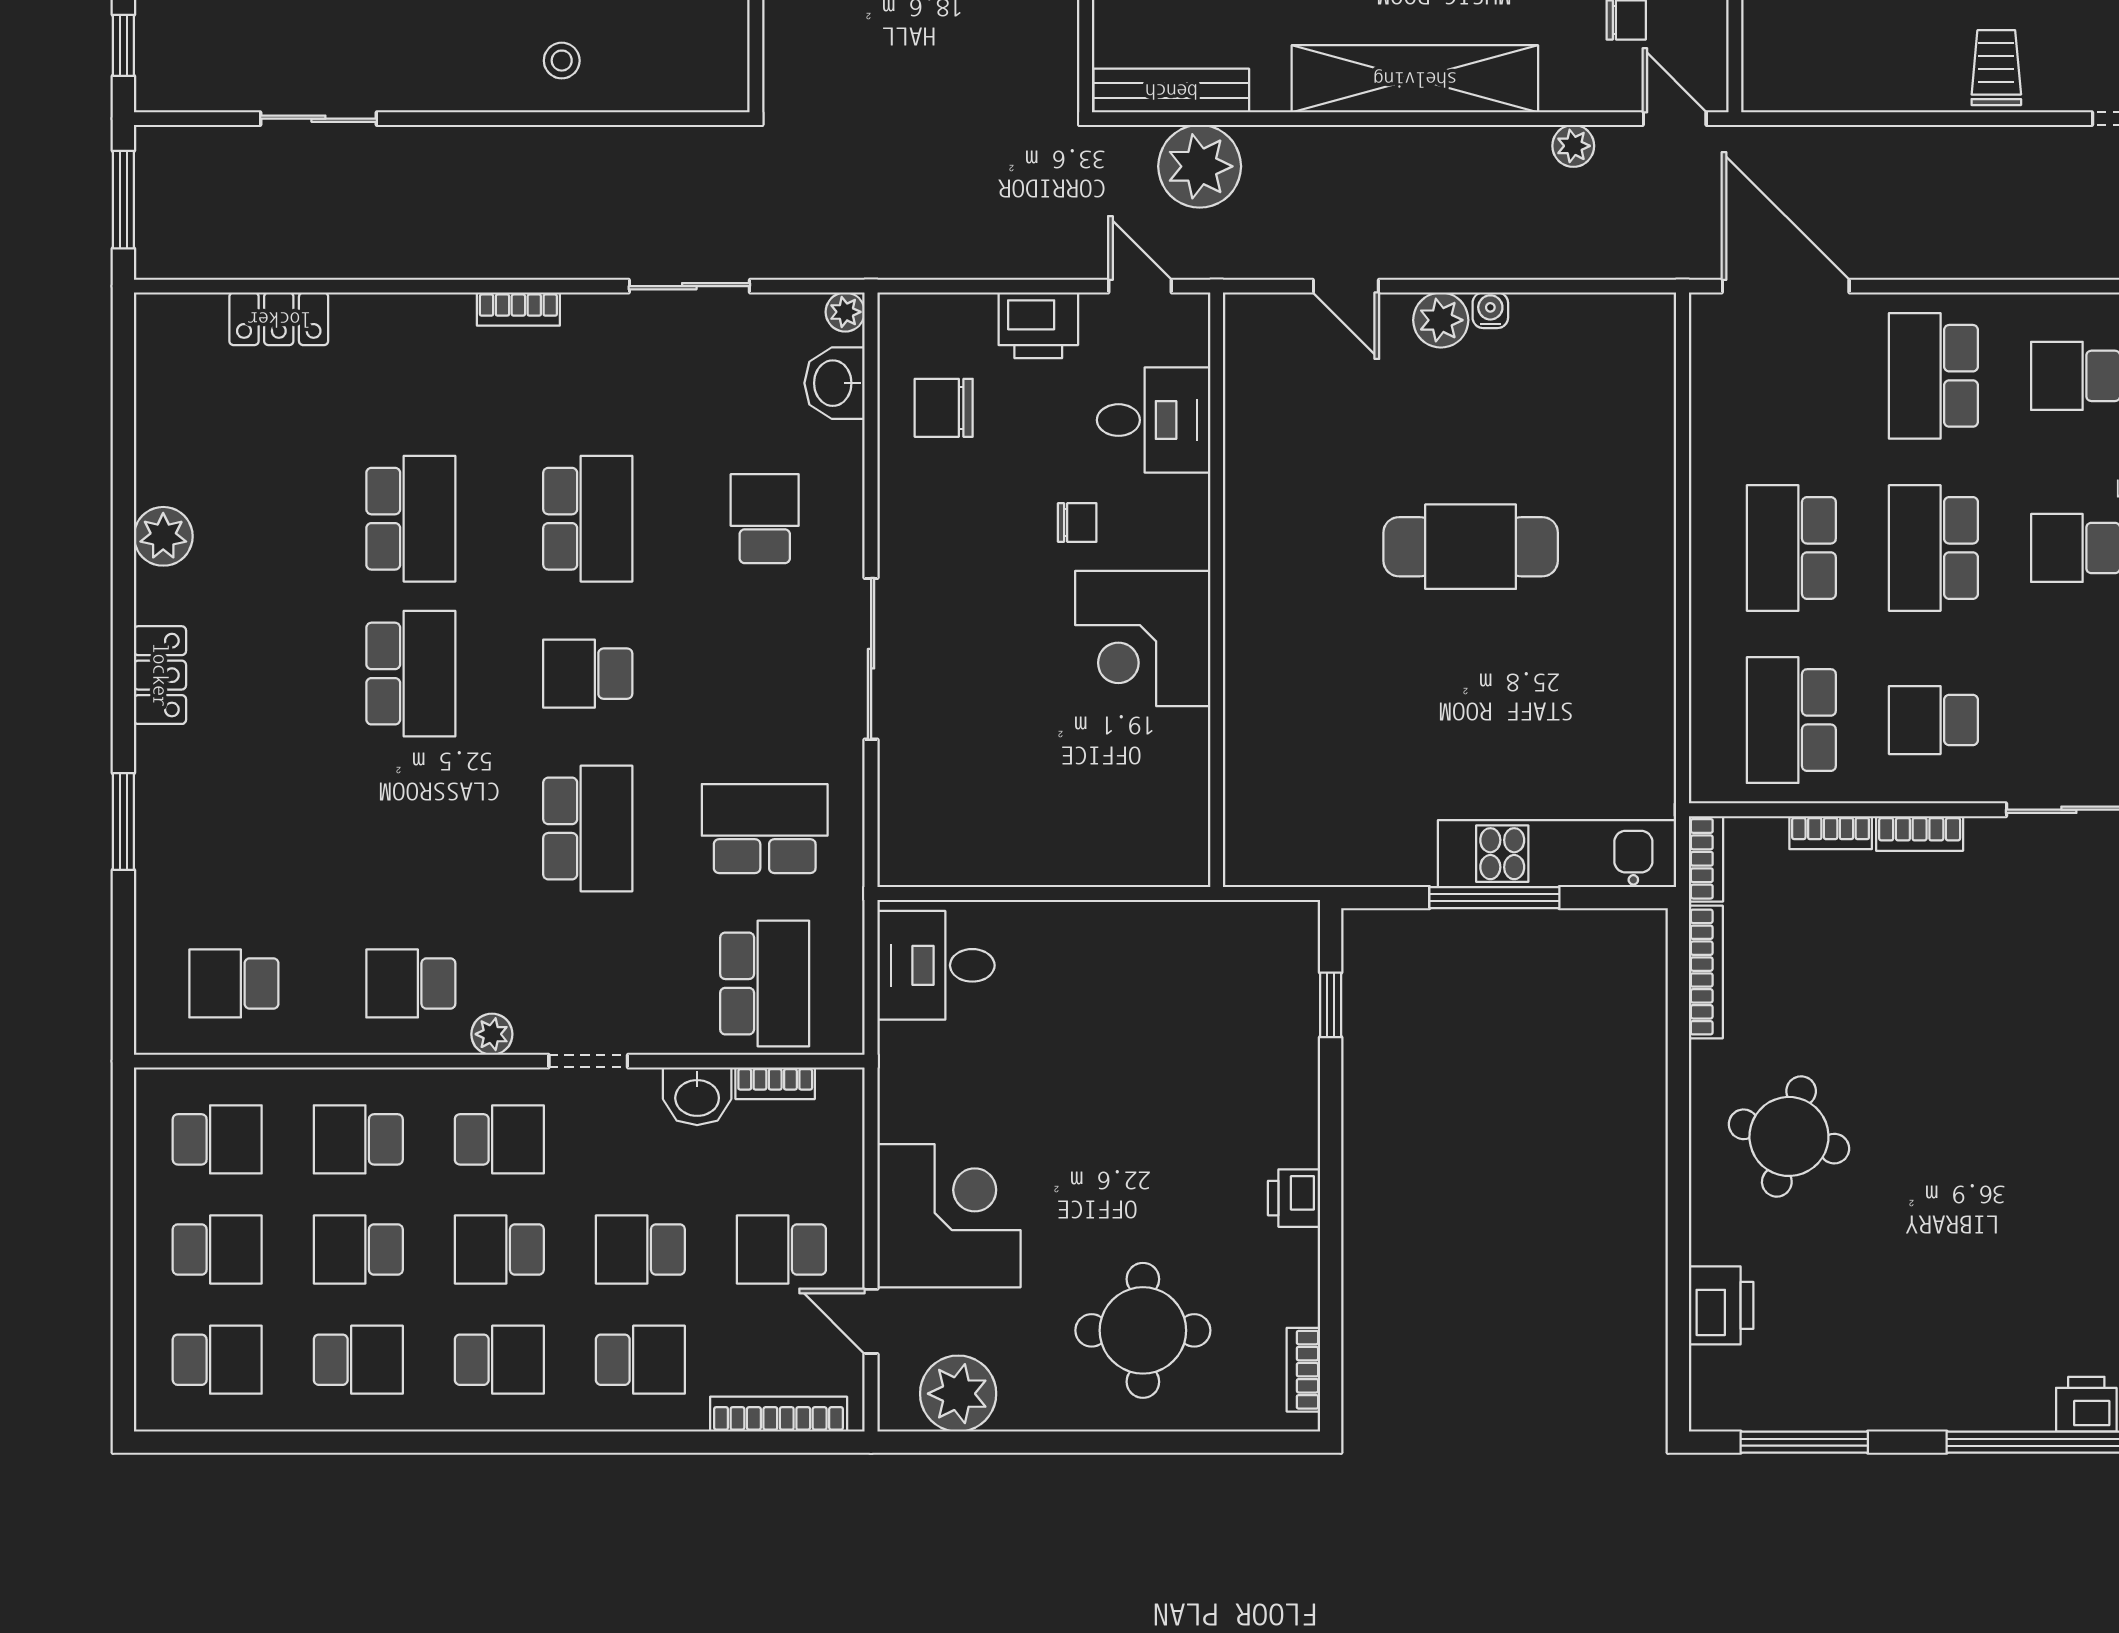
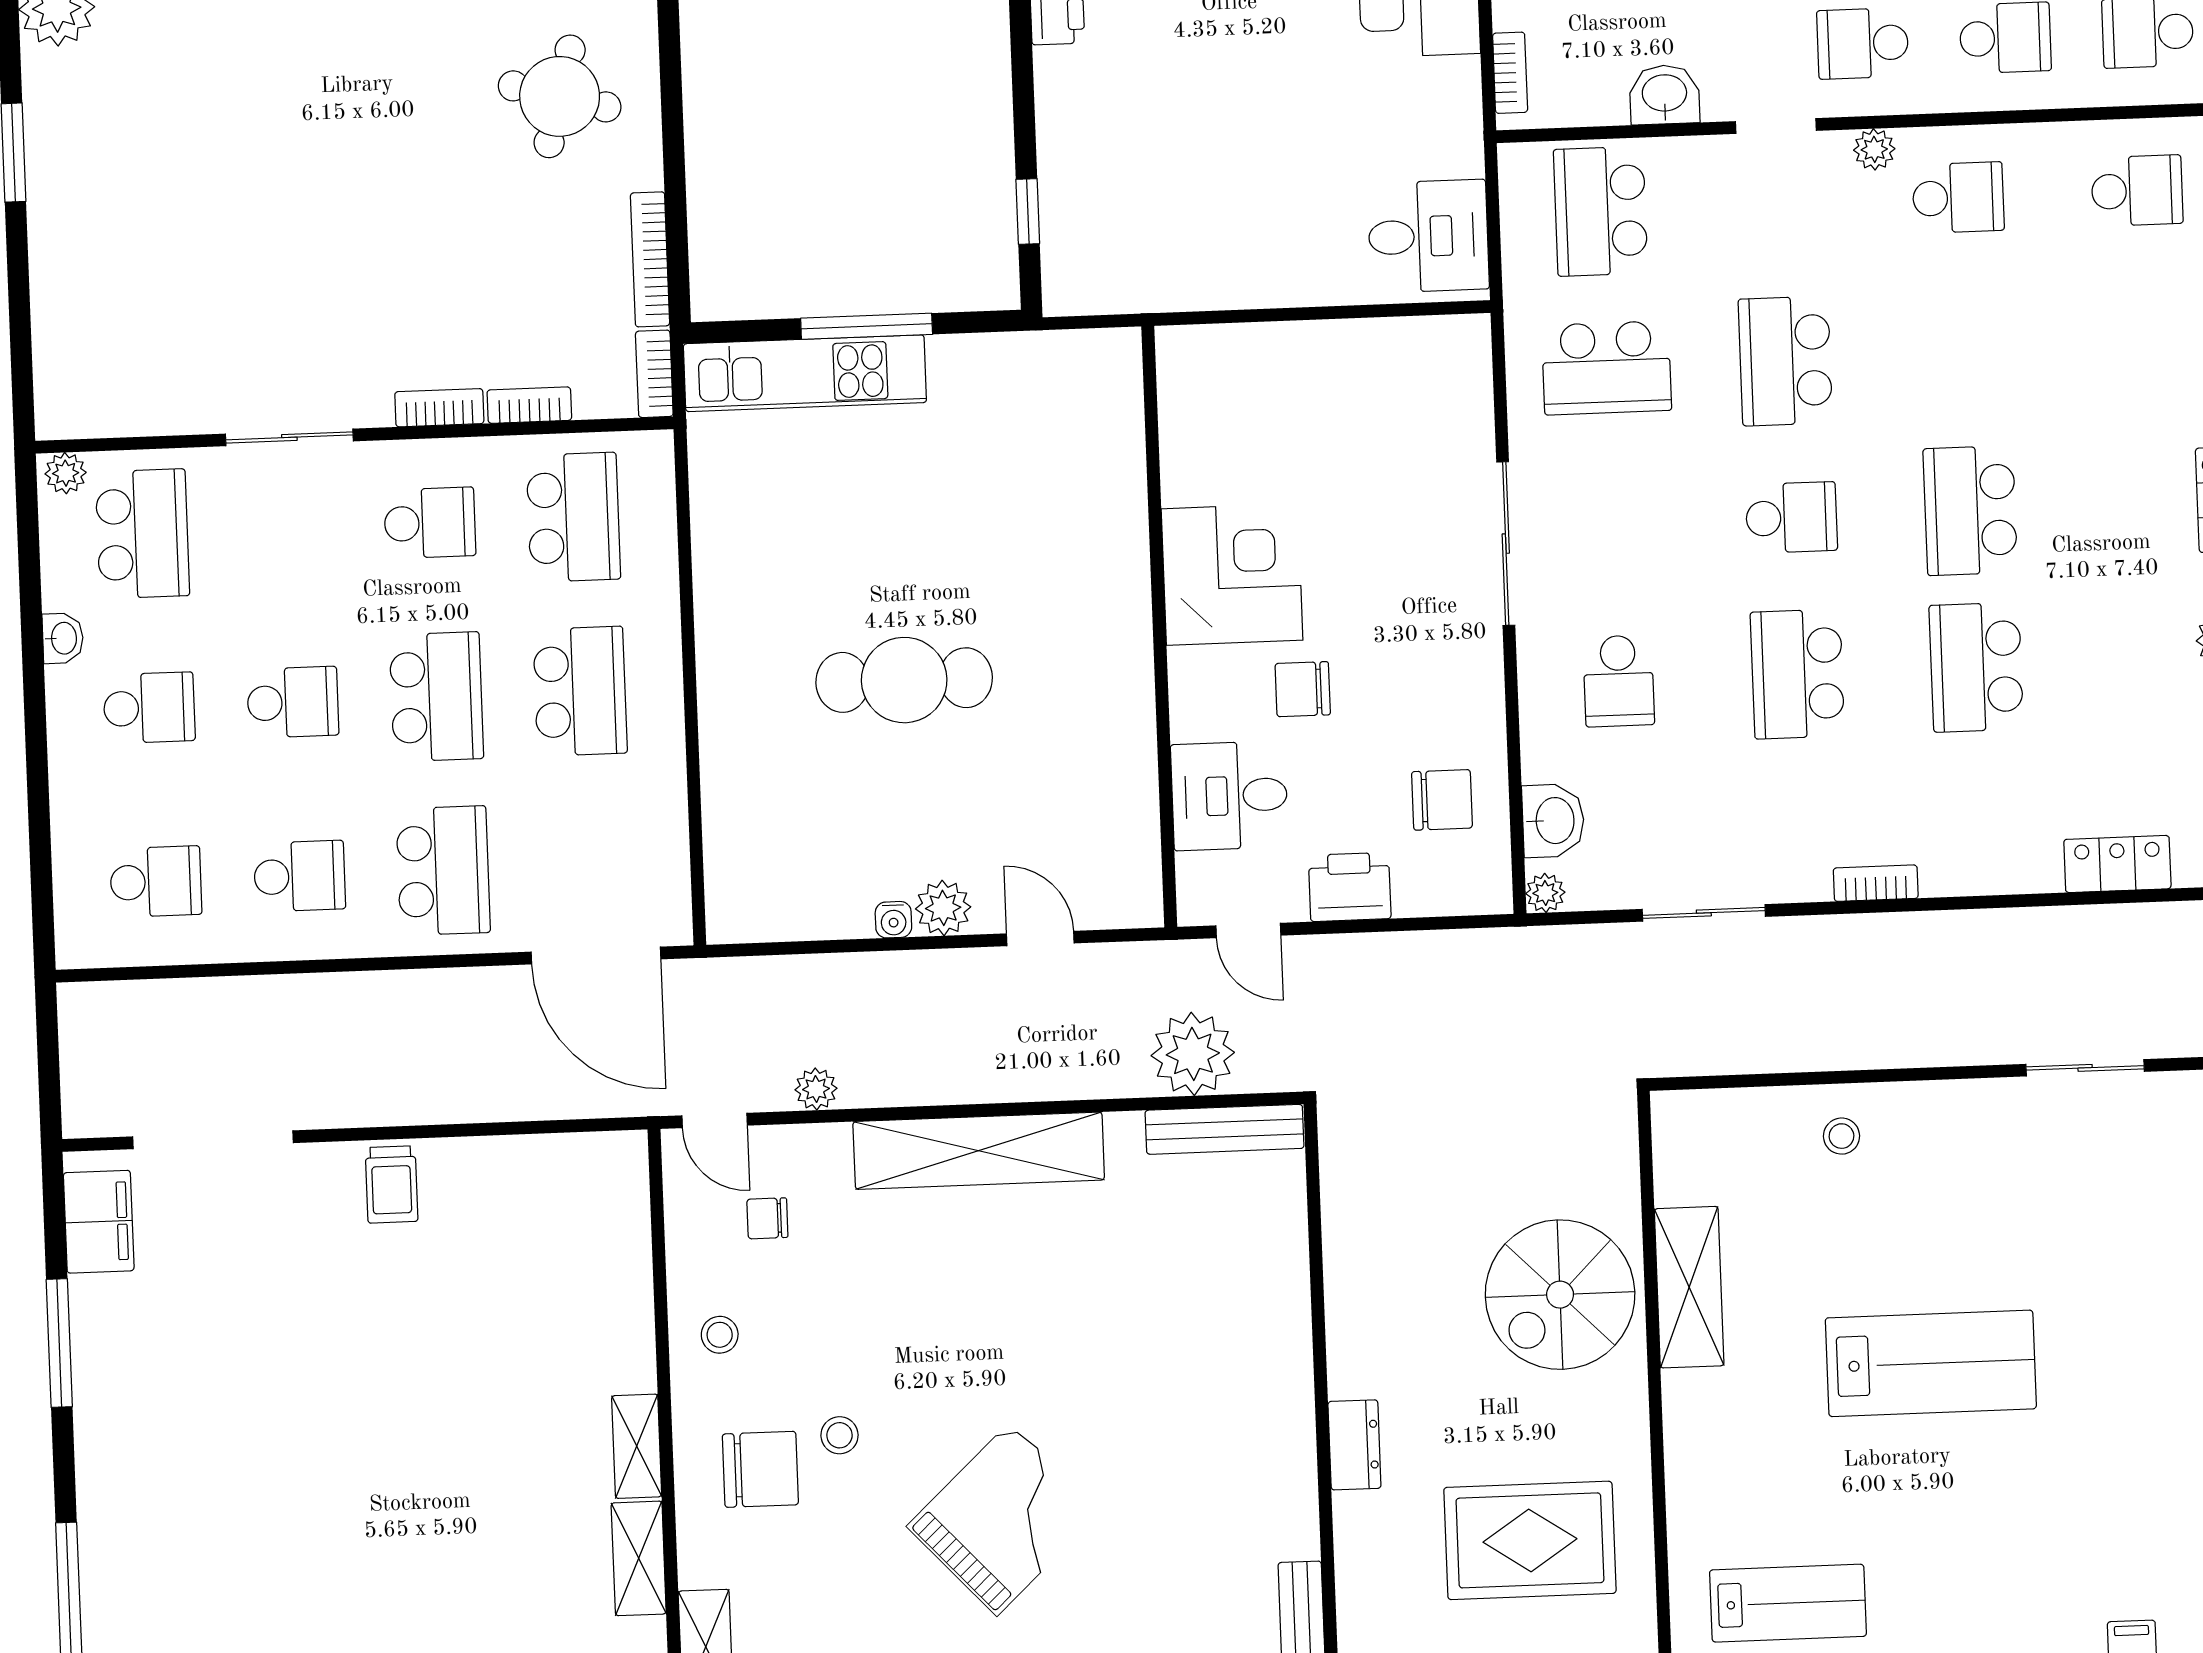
chair: (1077, 523) -> (1303, 689), width x1.37, depth x1.37
bookcase: (775, 1083) -> (1510, 73), moved, turned 90

